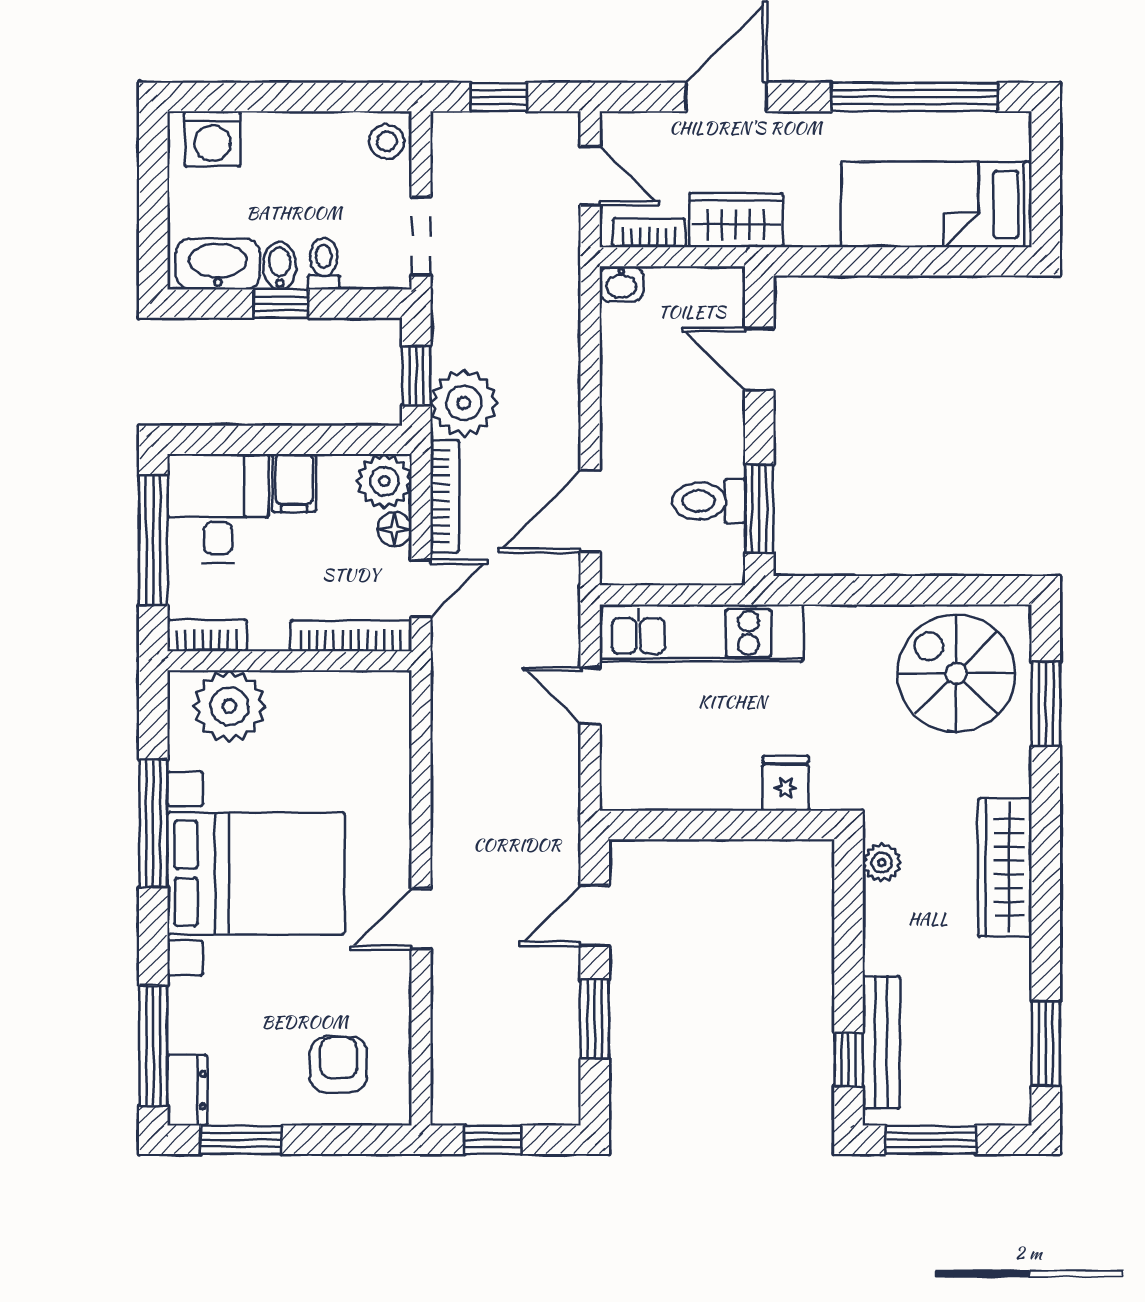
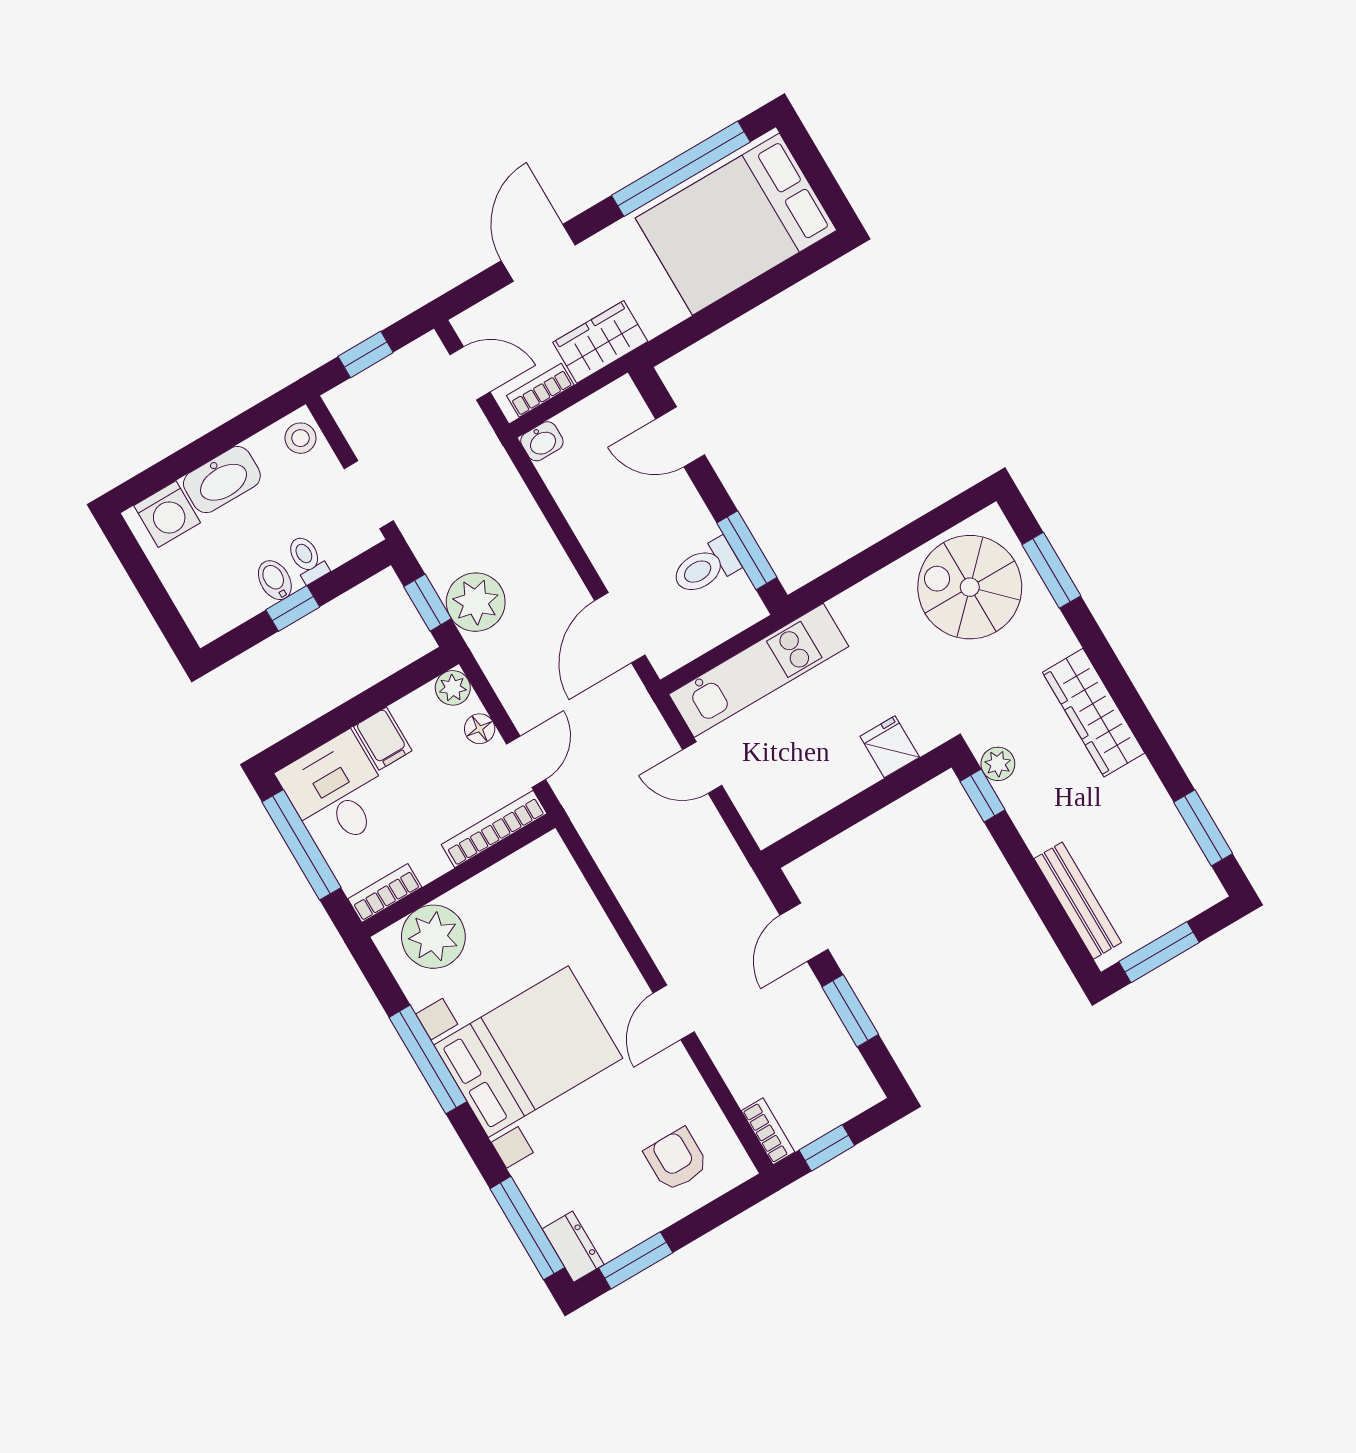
bed: (937, 204) -> (736, 224), width x1.50
washbasin: (218, 264) -> (222, 480), moved, turned 180
plant: (384, 481) -> (453, 688), width x0.73, depth x0.73
bookcase: (445, 496) -> (768, 1131), moved, width x0.64
window: (848, 1059) -> (983, 796), moved

